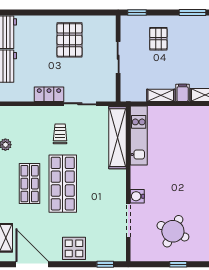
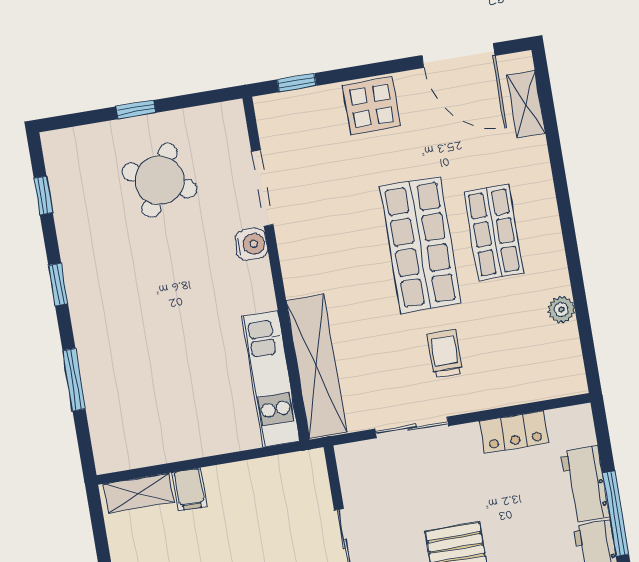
locker: (49, 94) -> (514, 432), moved
shelving: (161, 95) -> (236, 476), removed
trolley: (60, 134) -> (445, 354), turned 180

